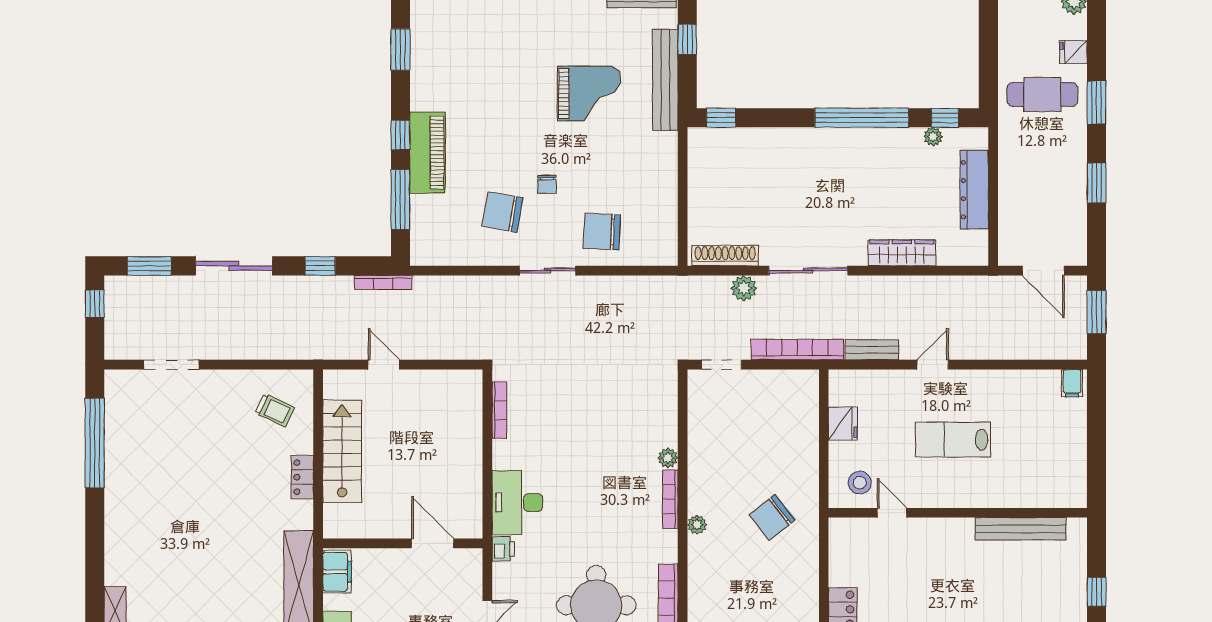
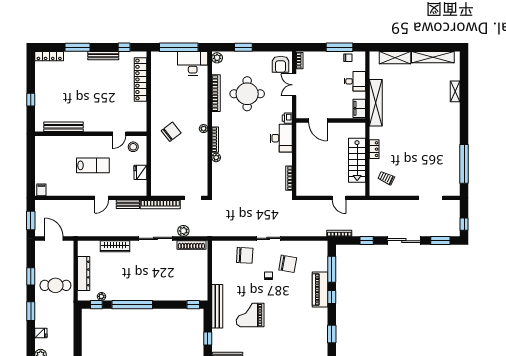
bench: (665, 80) -> (217, 306), moved
cafe table: (1042, 94) -> (55, 285), moved
door: (892, 513) -> (119, 134), hinge flipped

